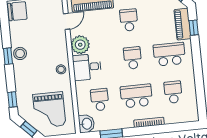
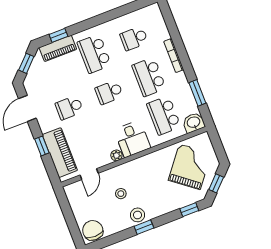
door: (67, 21) -> (89, 174), swing flipped
plant: (80, 45) -> (116, 155), width x0.53, depth x0.53
stool: (61, 69) -> (121, 194), moved
school desk: (100, 100) -> (164, 115), width x1.85
grand piano: (49, 110) -> (190, 167), turned -52

